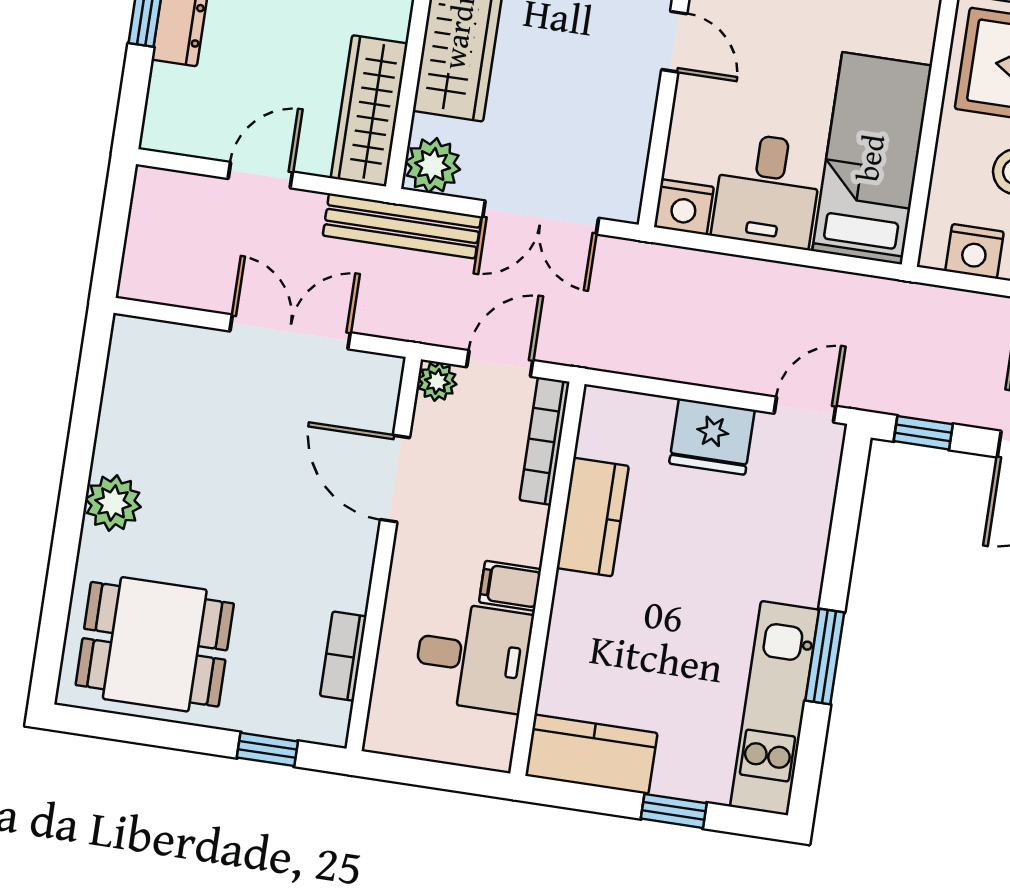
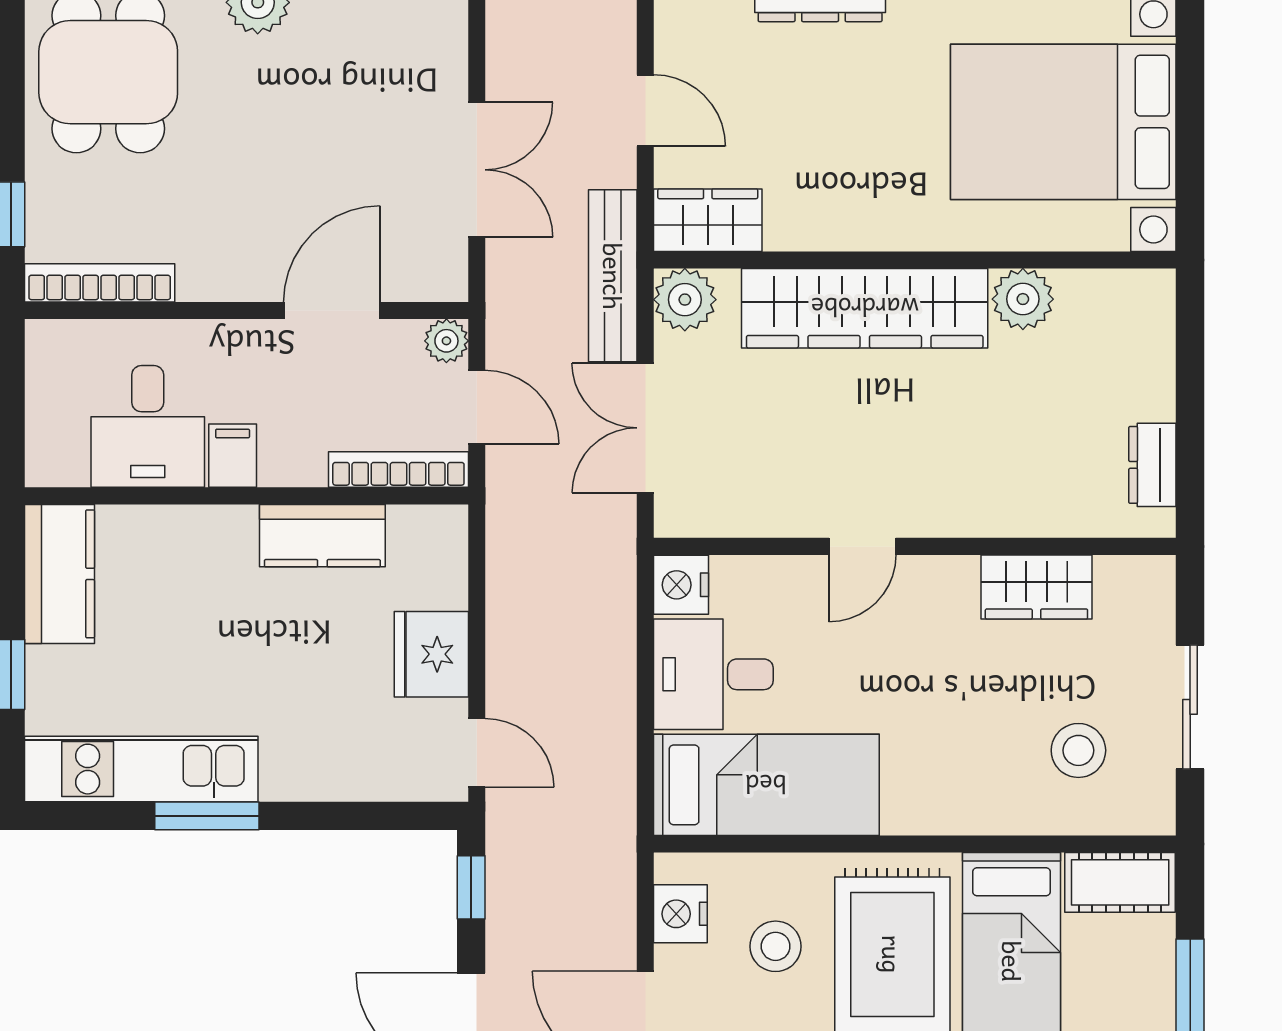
wardrobe: (369, 111) -> (708, 220), width x0.67
bookcase: (343, 656) -> (100, 283), width x1.56

